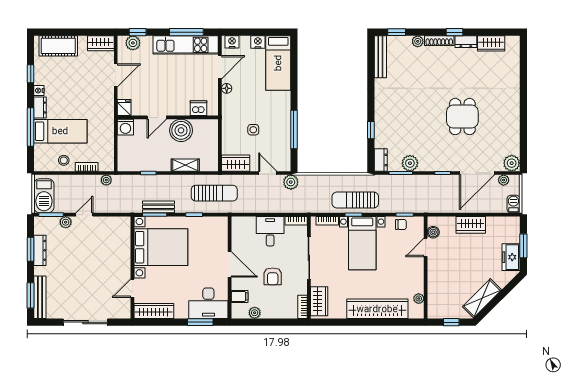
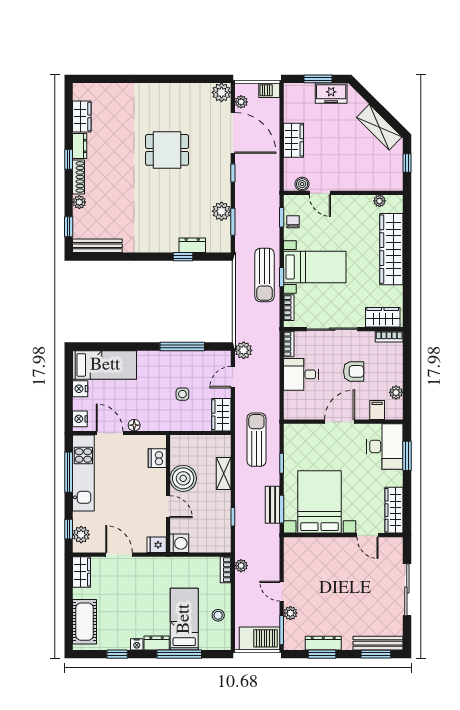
dresser: (381, 160) -> (192, 245), moved
bookcase: (87, 167) -> (226, 570), moved

